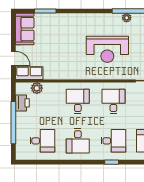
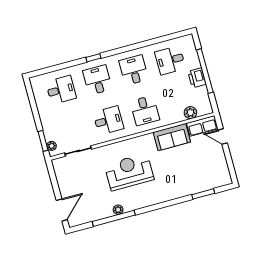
sofa: (25, 29) -> (172, 137), moved, turned -90
desk: (113, 101) -> (108, 120), turned -90
printer: (22, 103) -> (197, 78), moved
desk: (113, 141) -> (97, 80), turned 90

